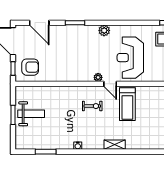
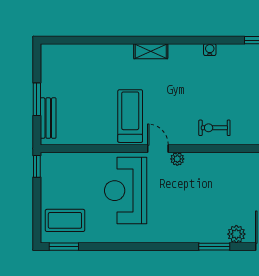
plant: (104, 30) -> (236, 234), moved
reception desk: (130, 58) -> (126, 191), turned 180
exercise bike: (92, 106) -> (214, 128), moved

